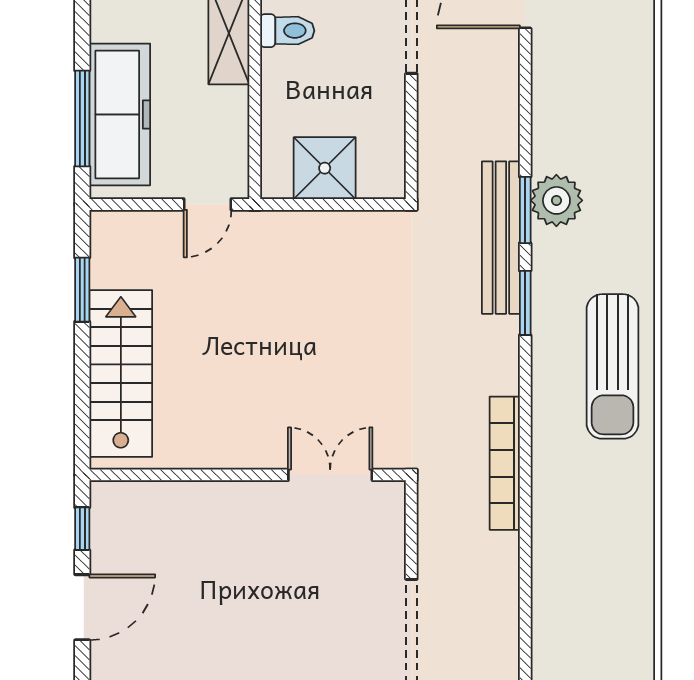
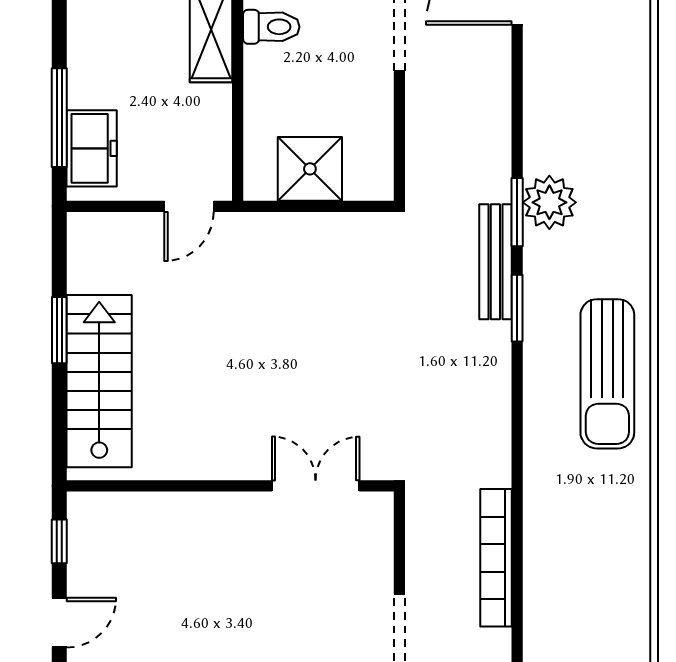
freezer: (120, 114) -> (92, 148), width x0.52, depth x0.79
bench: (501, 238) -> (495, 262), width x0.73, depth x0.82
window: (82, 290) -> (59, 330), moved
bookcase: (505, 463) -> (496, 558), moved
door: (82, 607) -> (59, 623), width x0.73

